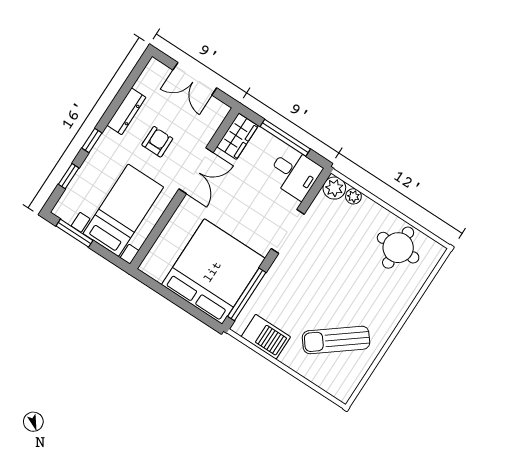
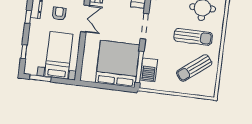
window: (92, 141) -> (28, 17), moved
sun lounger: (359, 288) -> (193, 37), added
barbecue: (266, 337) -> (149, 70), moved, turned 90

